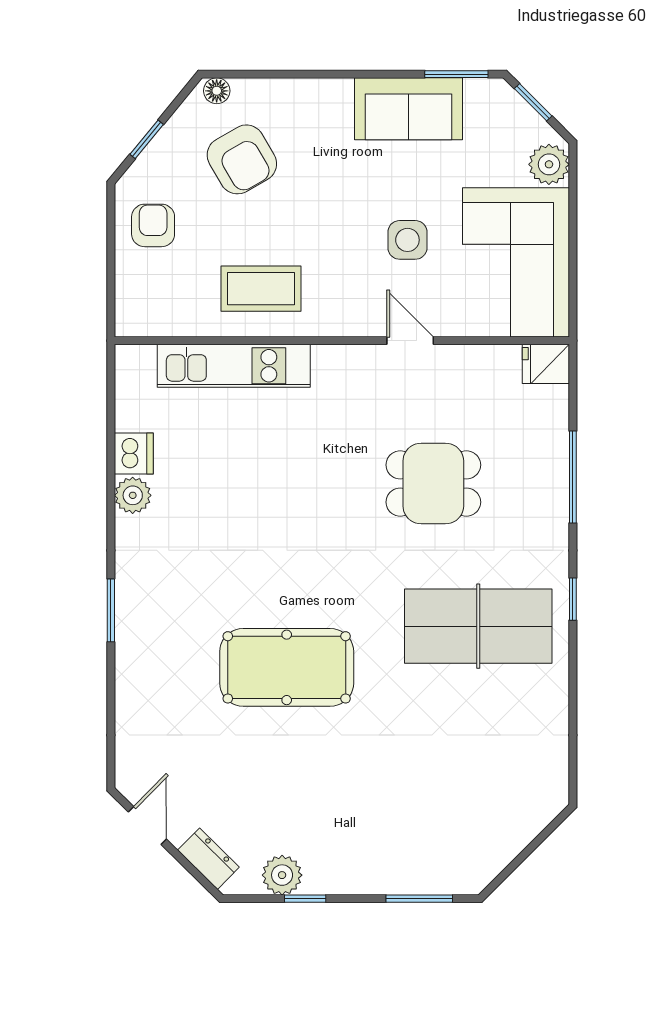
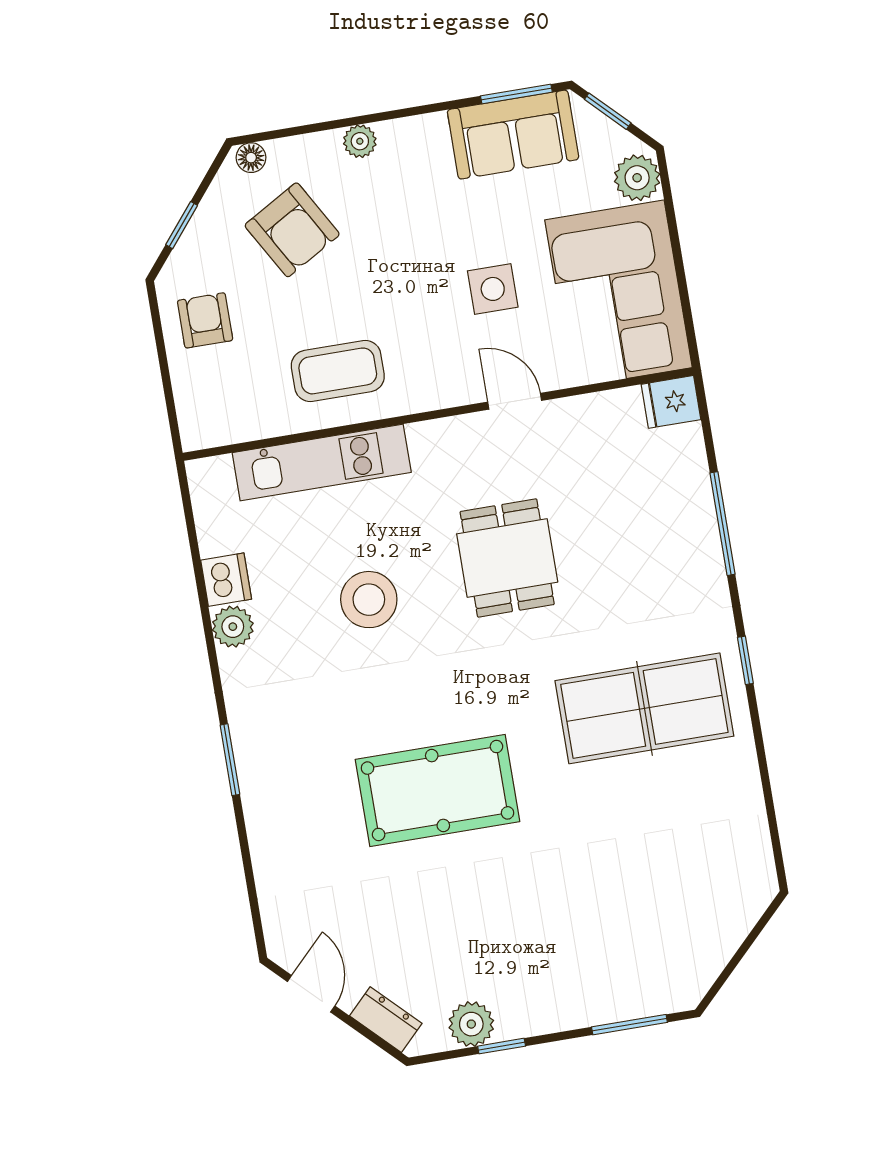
plant: (314, 92) -> (360, 141), added
sofa: (409, 109) -> (513, 135), moved
dining table: (433, 484) -> (507, 558), moved, turned 90
stool: (255, 492) -> (369, 600), added

